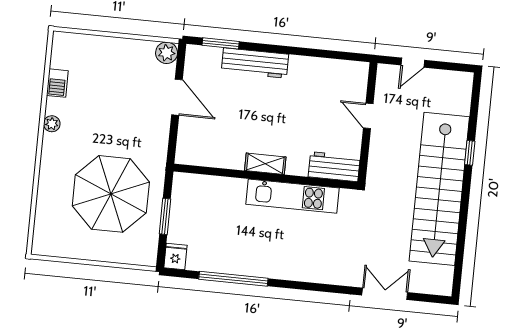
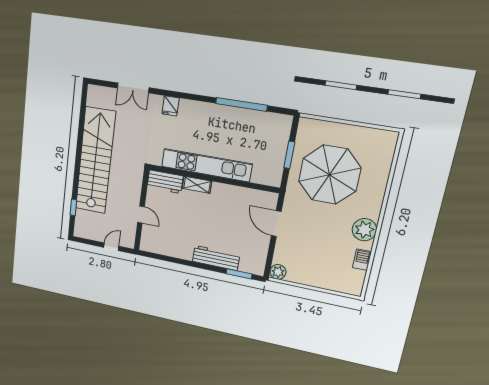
door: (177, 97) -> (276, 224), moved
plant: (52, 124) -> (364, 230), width x1.88, depth x1.88
window: (470, 153) -> (73, 207), moved
shelving: (265, 164) -> (197, 185), moved
kitchen unit: (293, 196) -> (206, 165), width x1.36
fridge: (175, 257) -> (171, 106), moved

